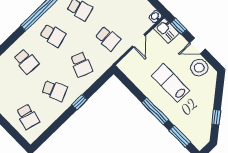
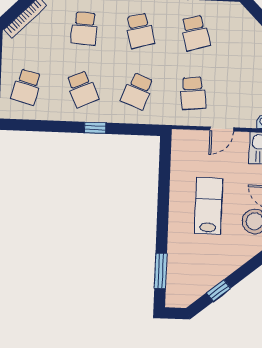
window: (155, 111) -> (163, 218), removed

